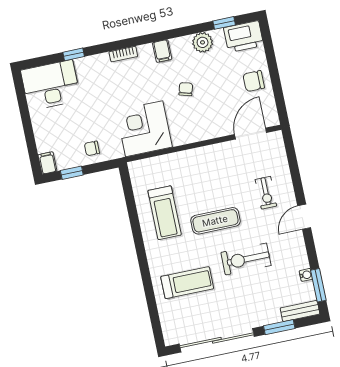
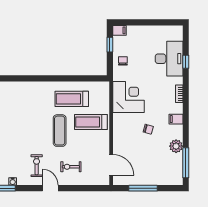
window: (224, 23) -> (186, 163), width x2.17
printer: (244, 37) -> (174, 173), removed
window: (275, 79) -> (143, 188), added
chair: (254, 81) -> (144, 174), removed
desk: (51, 85) -> (169, 59), moved
exercise bike: (246, 259) -> (37, 166), moved, width x0.73, depth x0.72
treadmill: (187, 283) -> (91, 122), moved, turned 90

